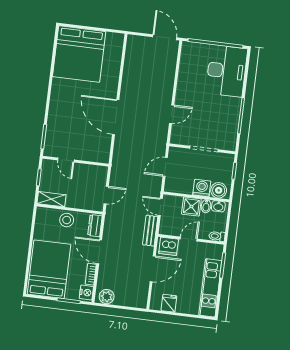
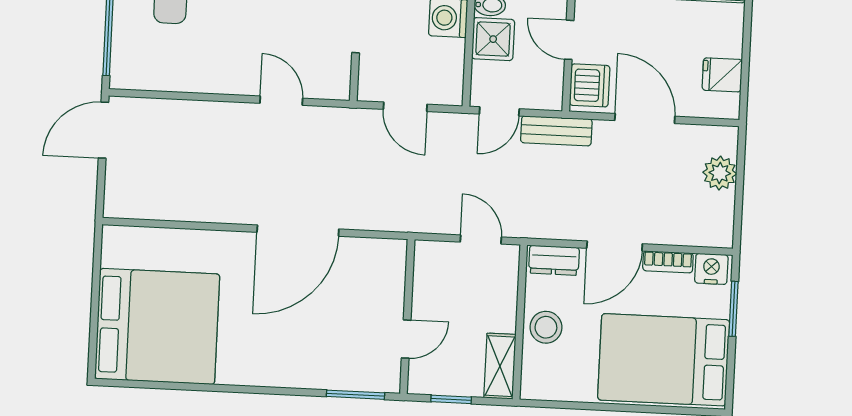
plant: (107, 297) -> (720, 173), moved

